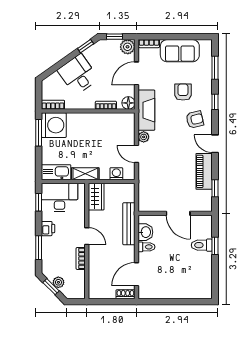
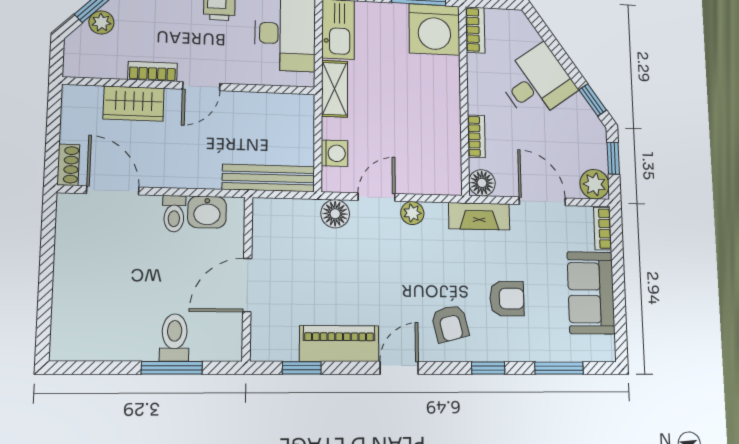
fireplace: (146, 110) -> (479, 216), width x0.73, depth x0.76
floor lamp: (145, 173) -> (335, 214), added
wardrobe: (96, 197) -> (134, 104), moved
bench: (129, 224) -> (269, 178), moved
window: (215, 246) -> (172, 368), width x1.50

